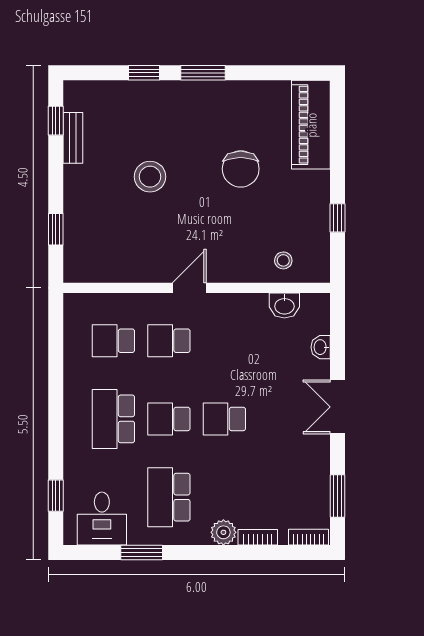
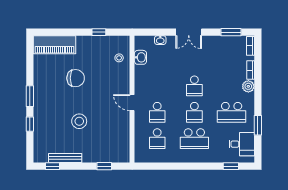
bench: (73, 138) -> (65, 158), width x1.36

